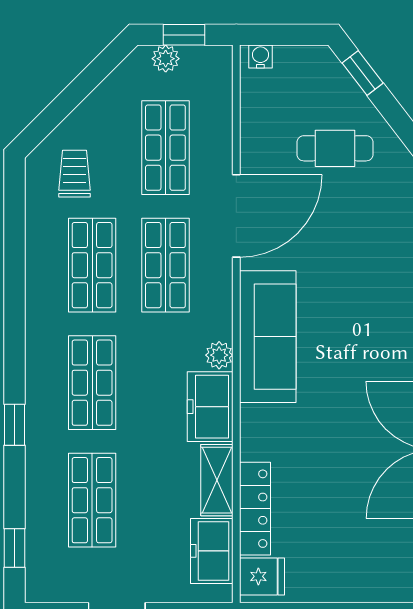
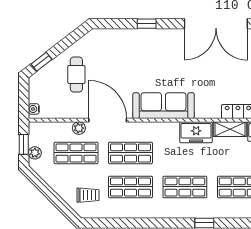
trolley: (74, 174) -> (88, 195), turned 180
plant: (219, 355) -> (79, 128), moved

